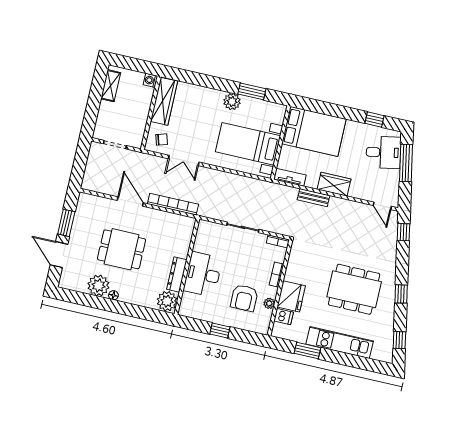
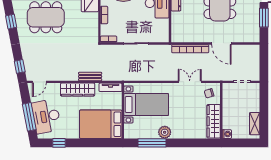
window: (252, 91) -> (152, 143), width x1.44
desk: (384, 152) -> (46, 116), width x1.37
wardrobe: (334, 184) -> (78, 90), width x1.50
door: (382, 206) -> (39, 82), swing flipped

